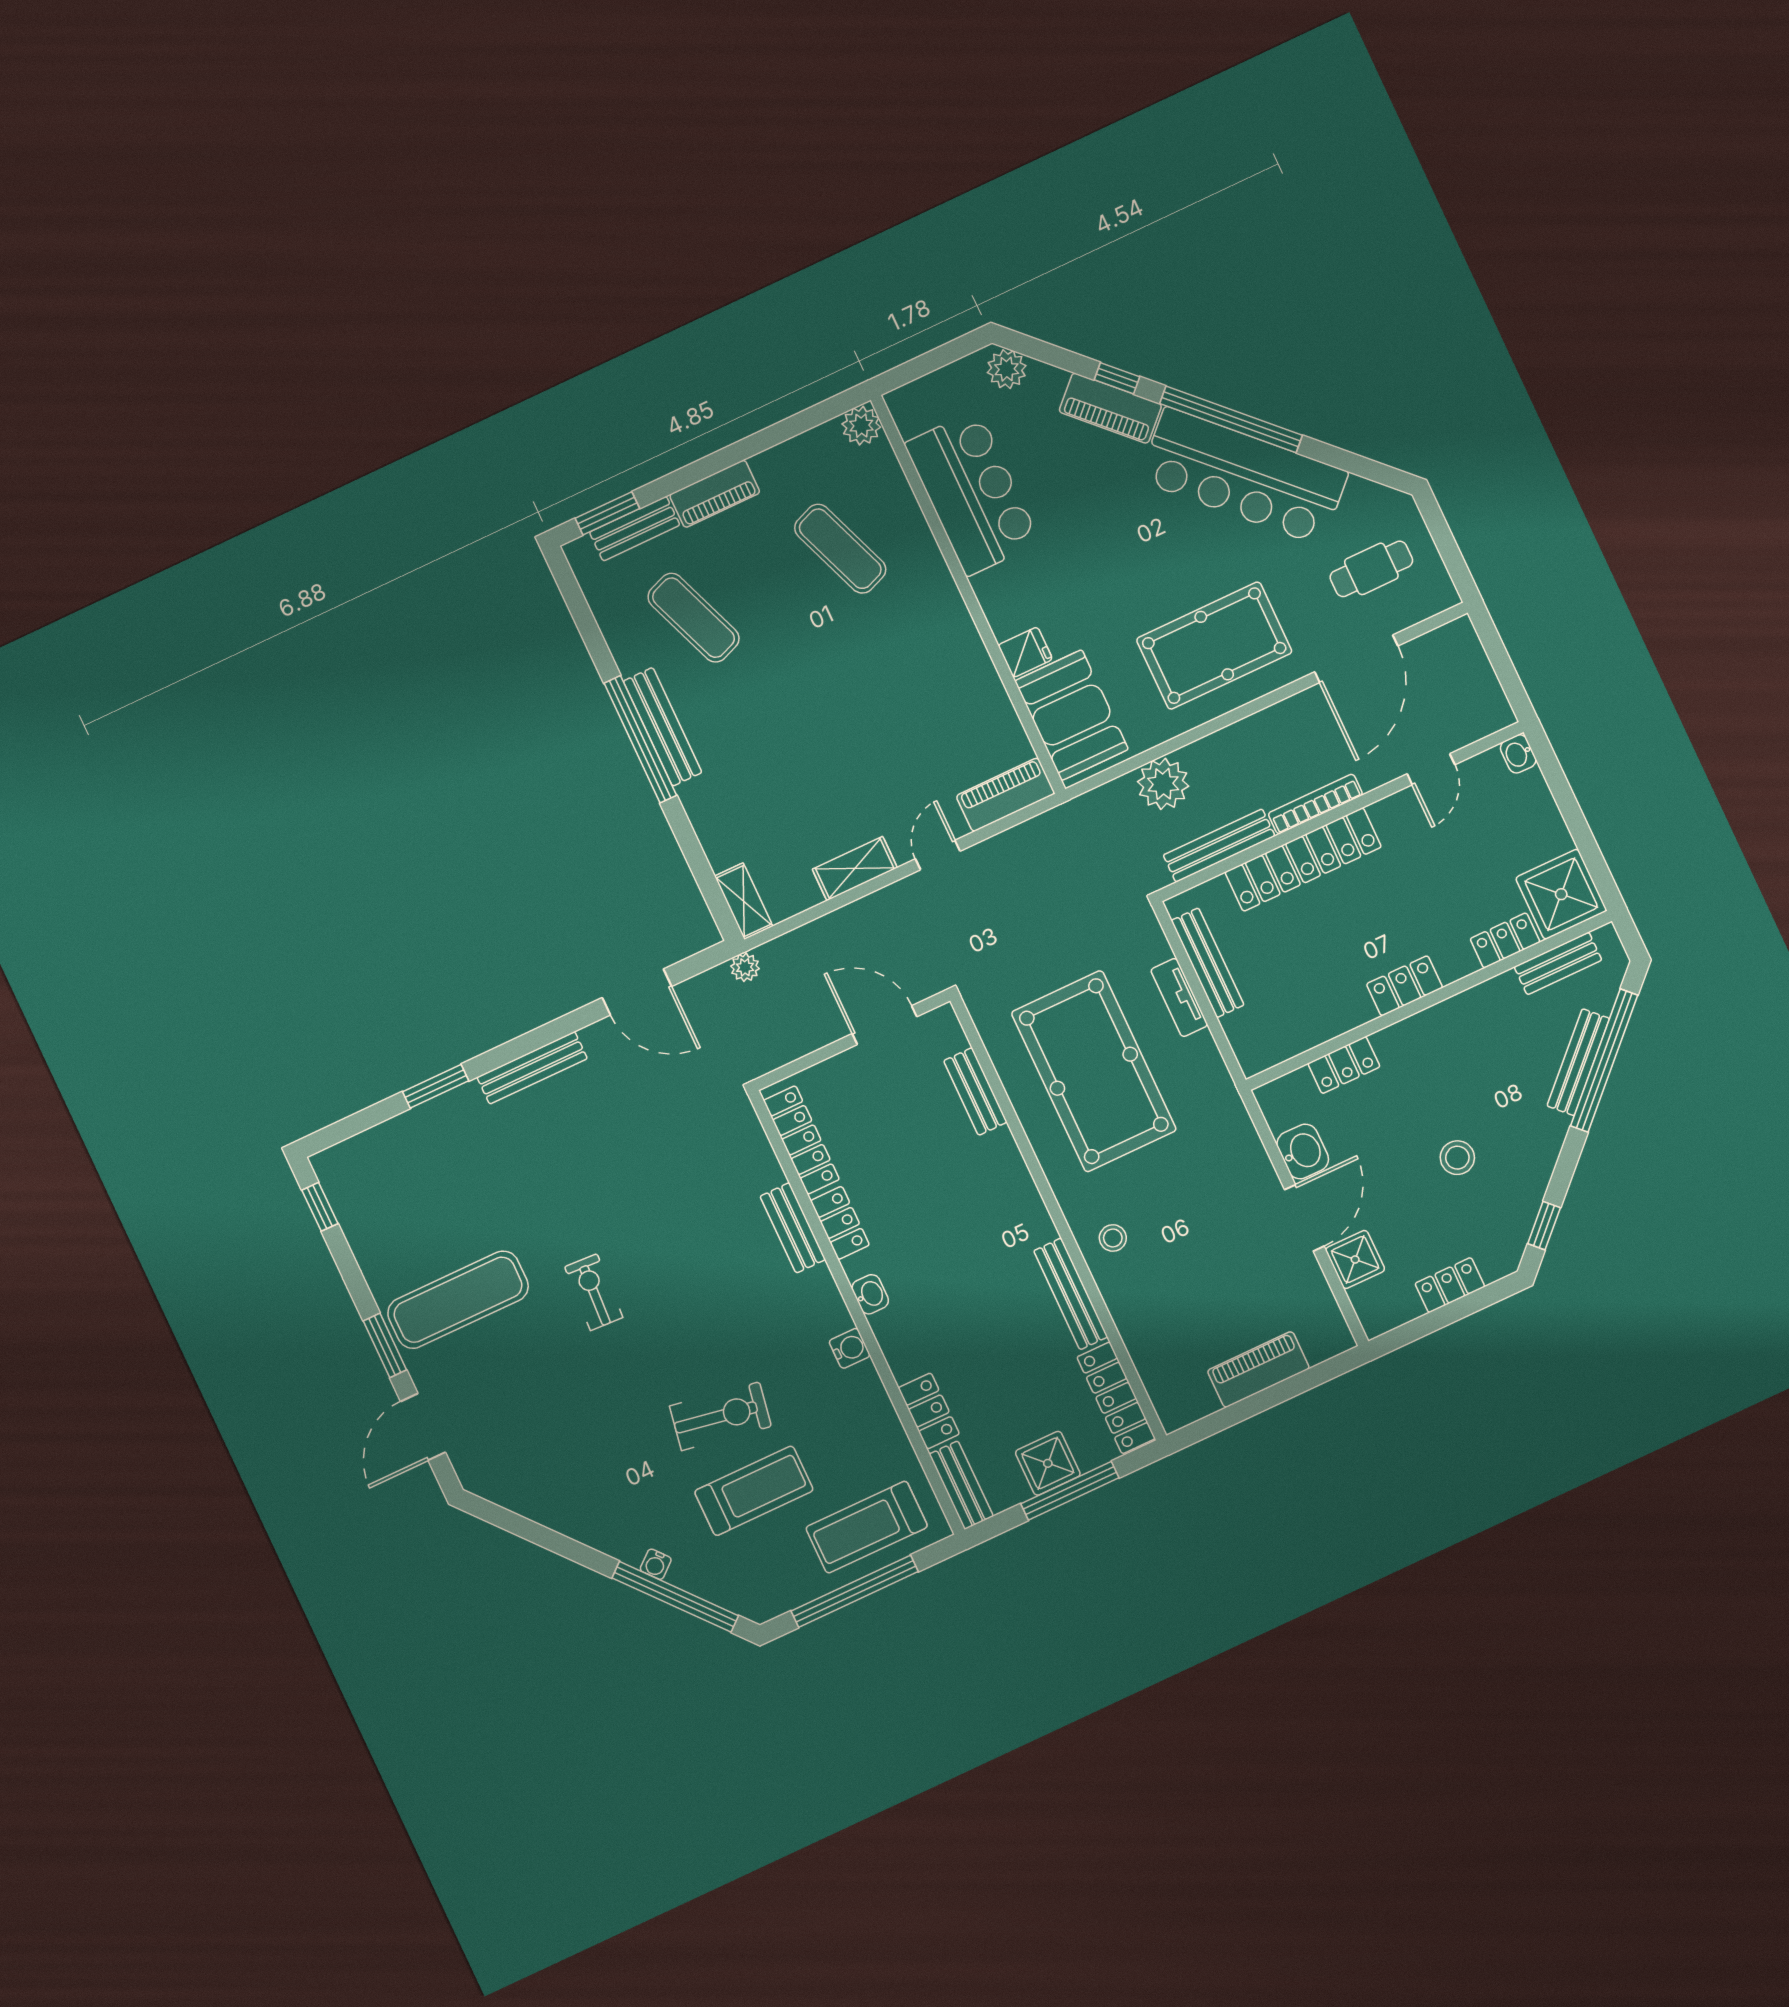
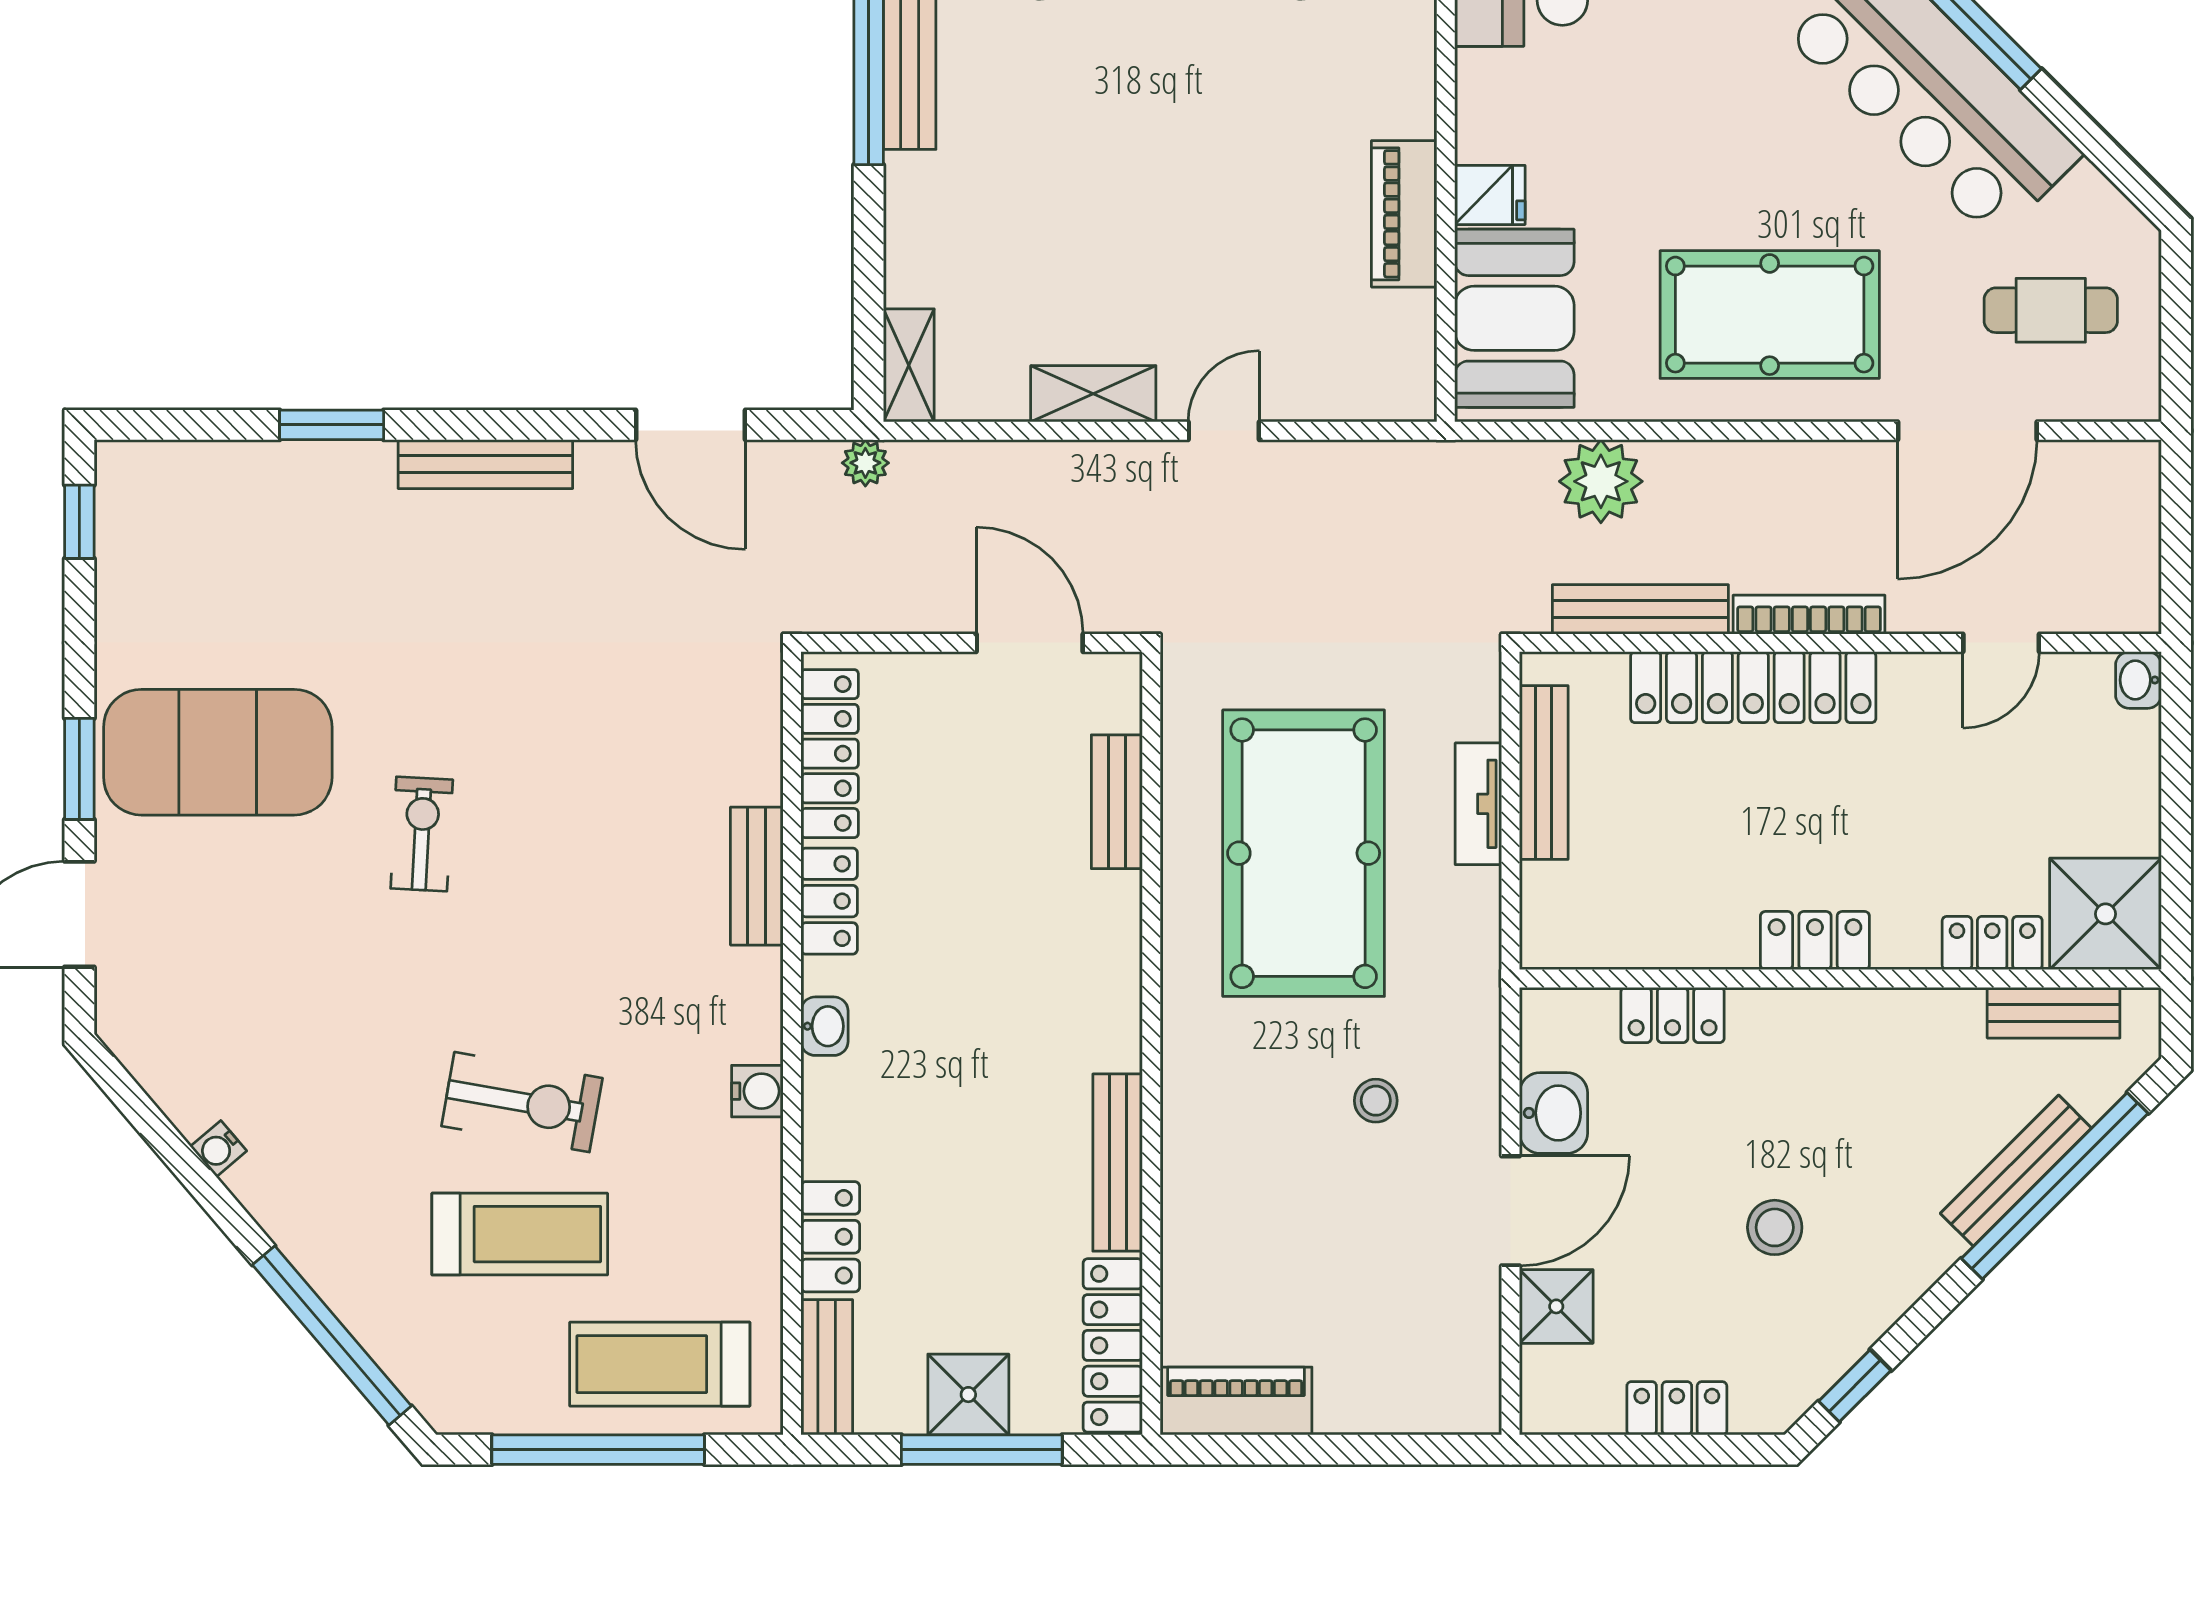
piano: (1005, 795) -> (1404, 214), moved, turned -90
stool: (1113, 1238) -> (1376, 1101), moved
exercise mat: (458, 1300) -> (218, 752), width x1.47
piano: (1258, 1369) -> (1236, 1401), moved
water cooler: (656, 1564) -> (218, 1149), moved

